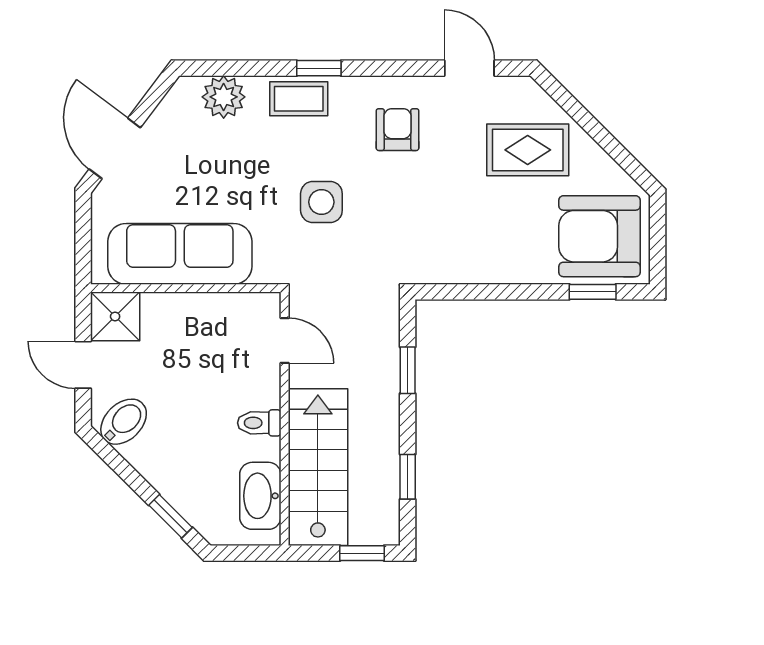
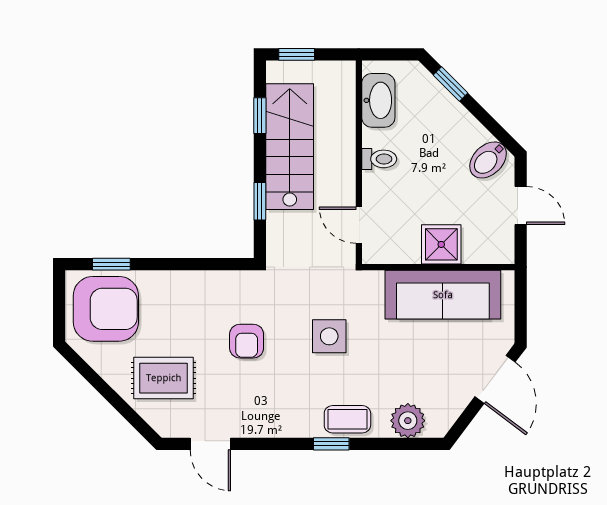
armchair: (397, 130) -> (247, 341), moved
shower: (115, 316) -> (441, 244), moved
stairs: (318, 467) -> (290, 147), moved, turned 180

